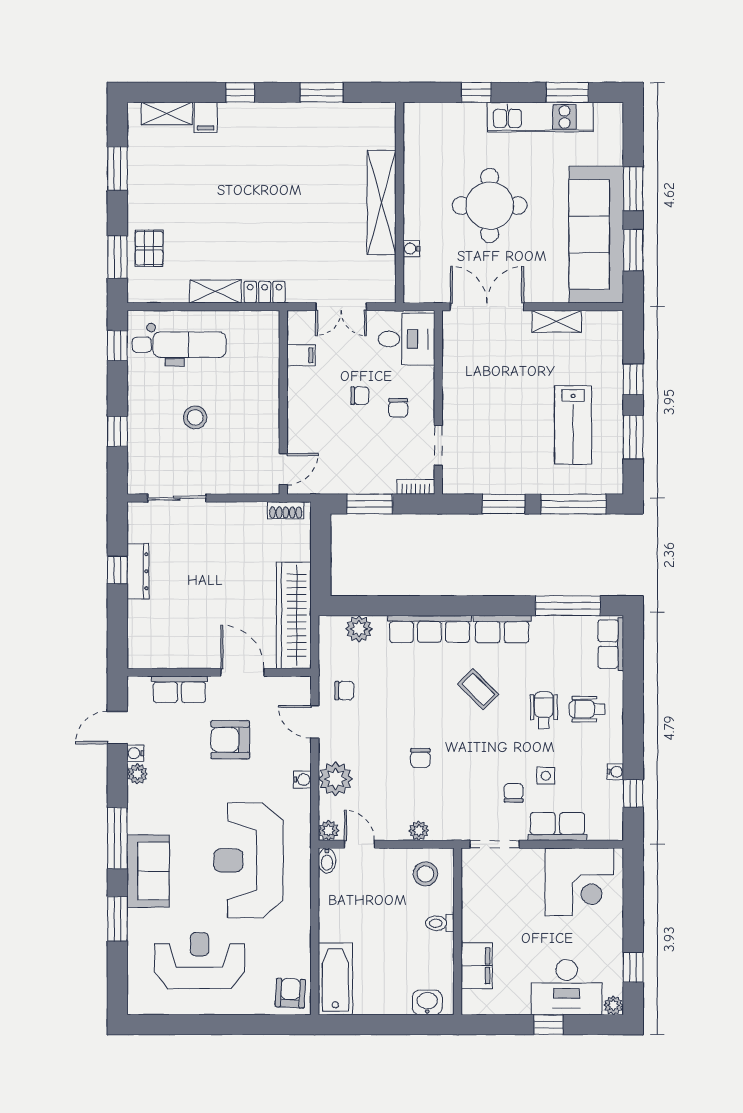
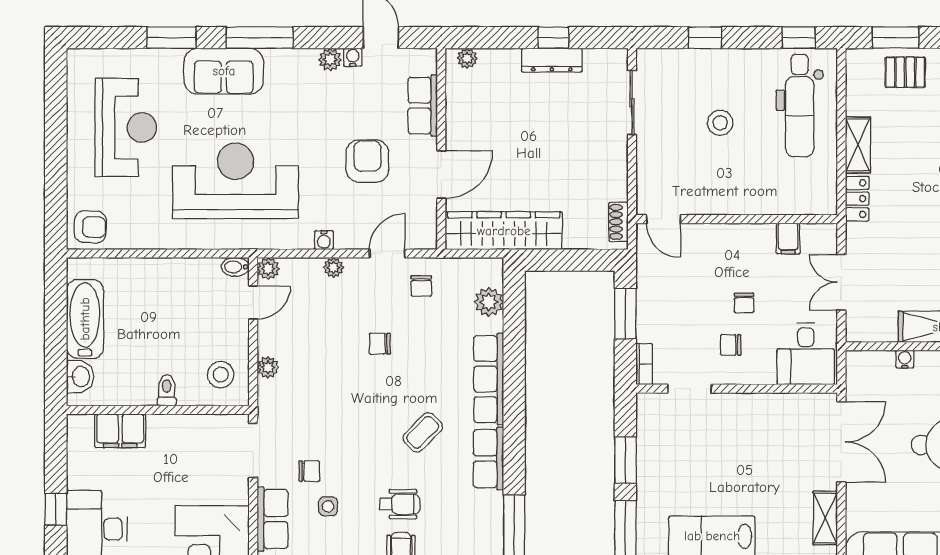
plant: (136, 649) -> (467, 58), added
chair: (420, 758) -> (380, 344), moved
plant: (336, 779) -> (333, 268), width x0.53, depth x0.53
bathtub: (335, 979) -> (85, 319), moved, turned -90

